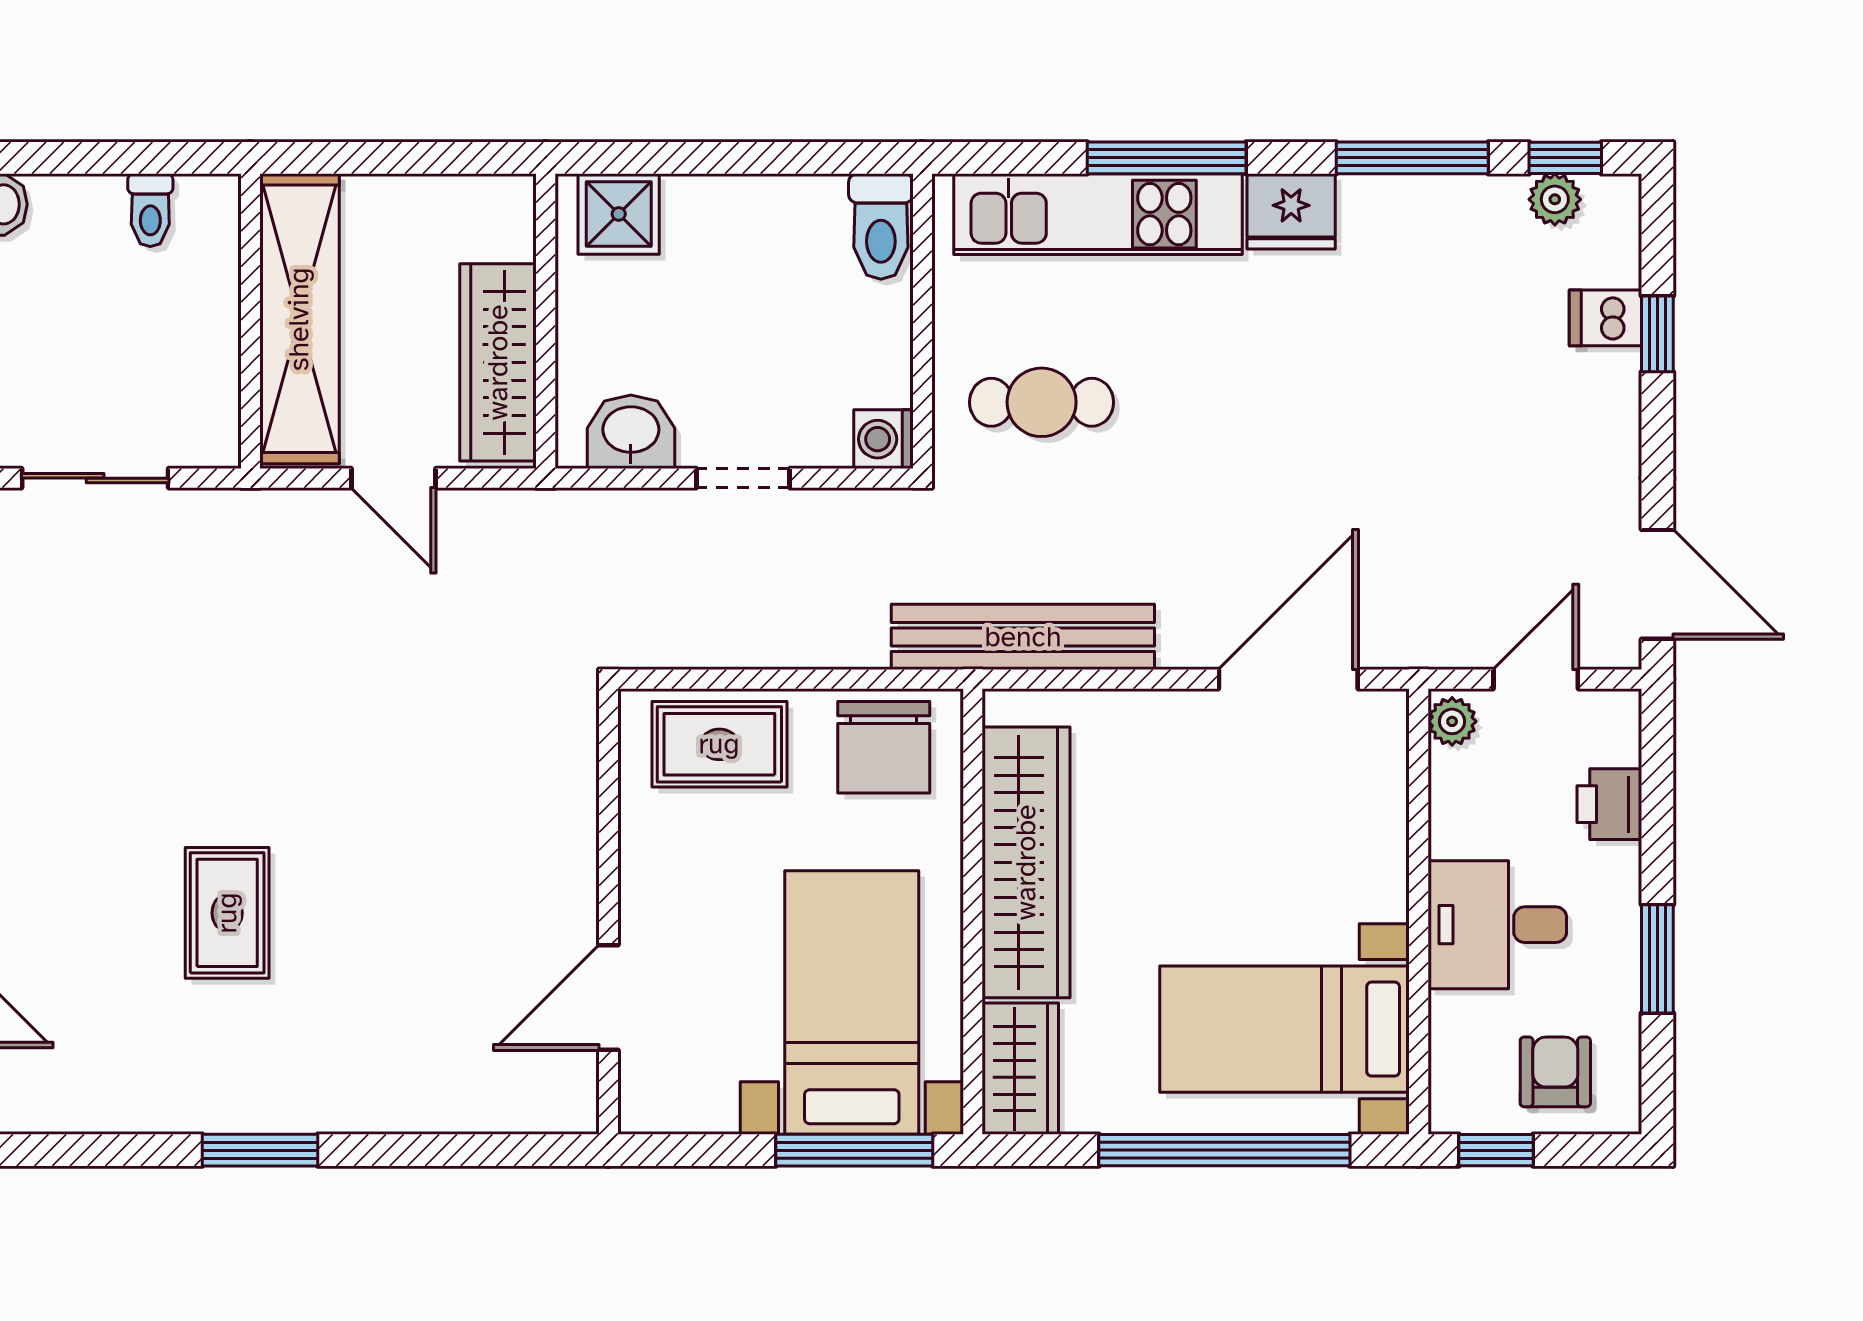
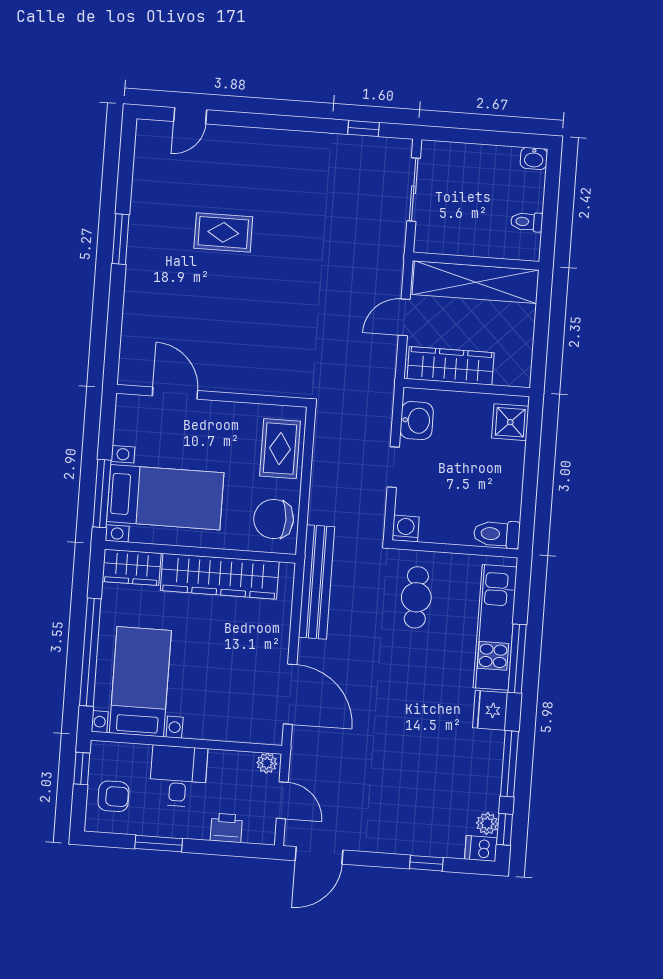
dishwasher: (1606, 318) -> (481, 848), moved, turned -90

